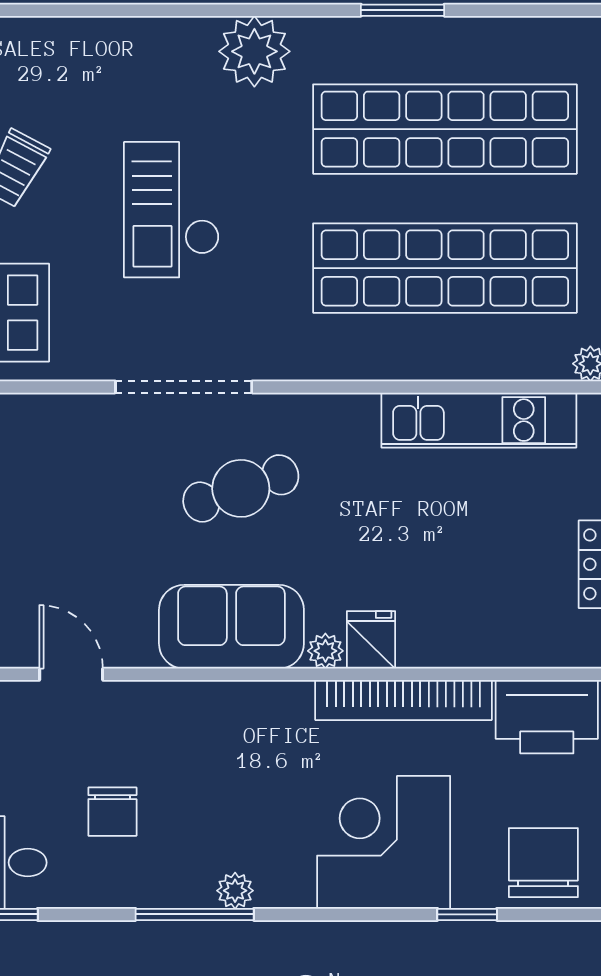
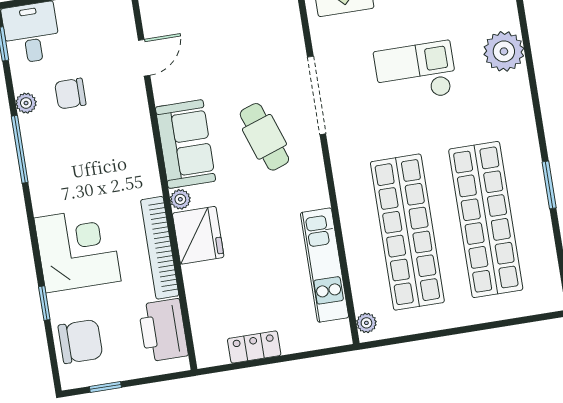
plant: (254, 51) -> (504, 51), moved
fridge: (371, 640) -> (198, 235), width x1.88, depth x1.34
plant: (235, 891) -> (26, 103), moved

